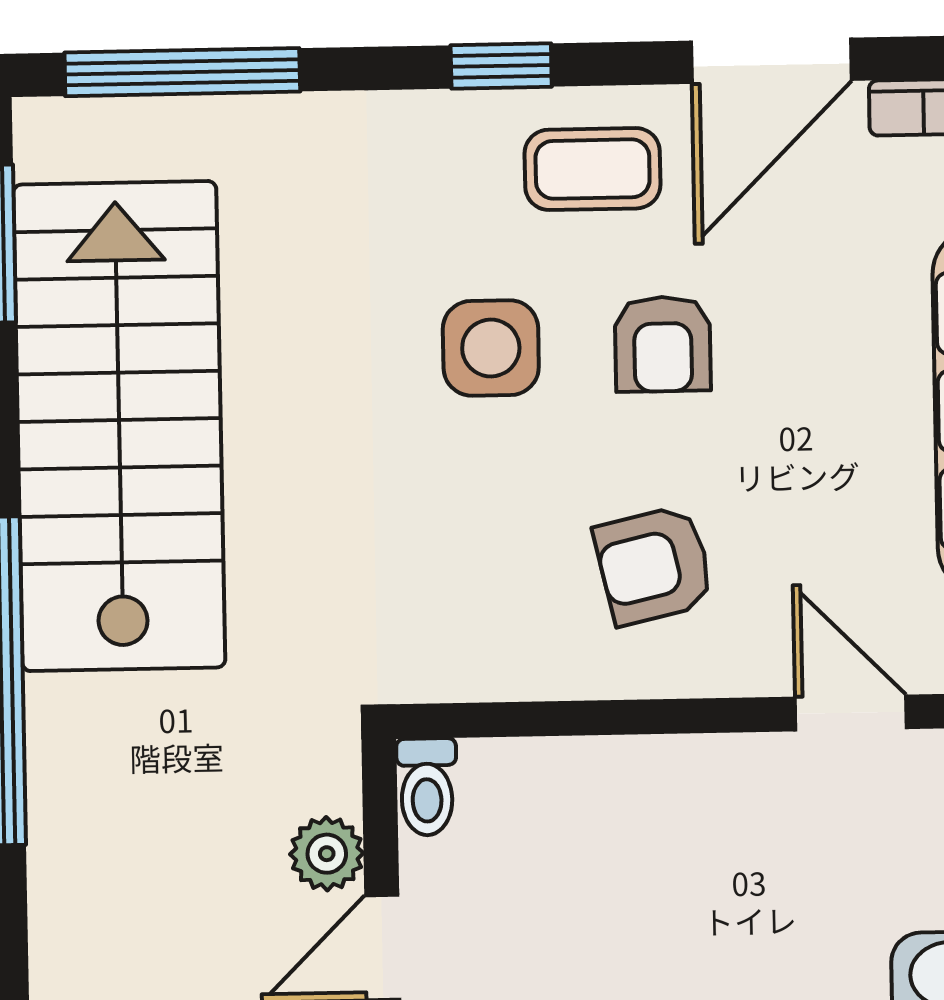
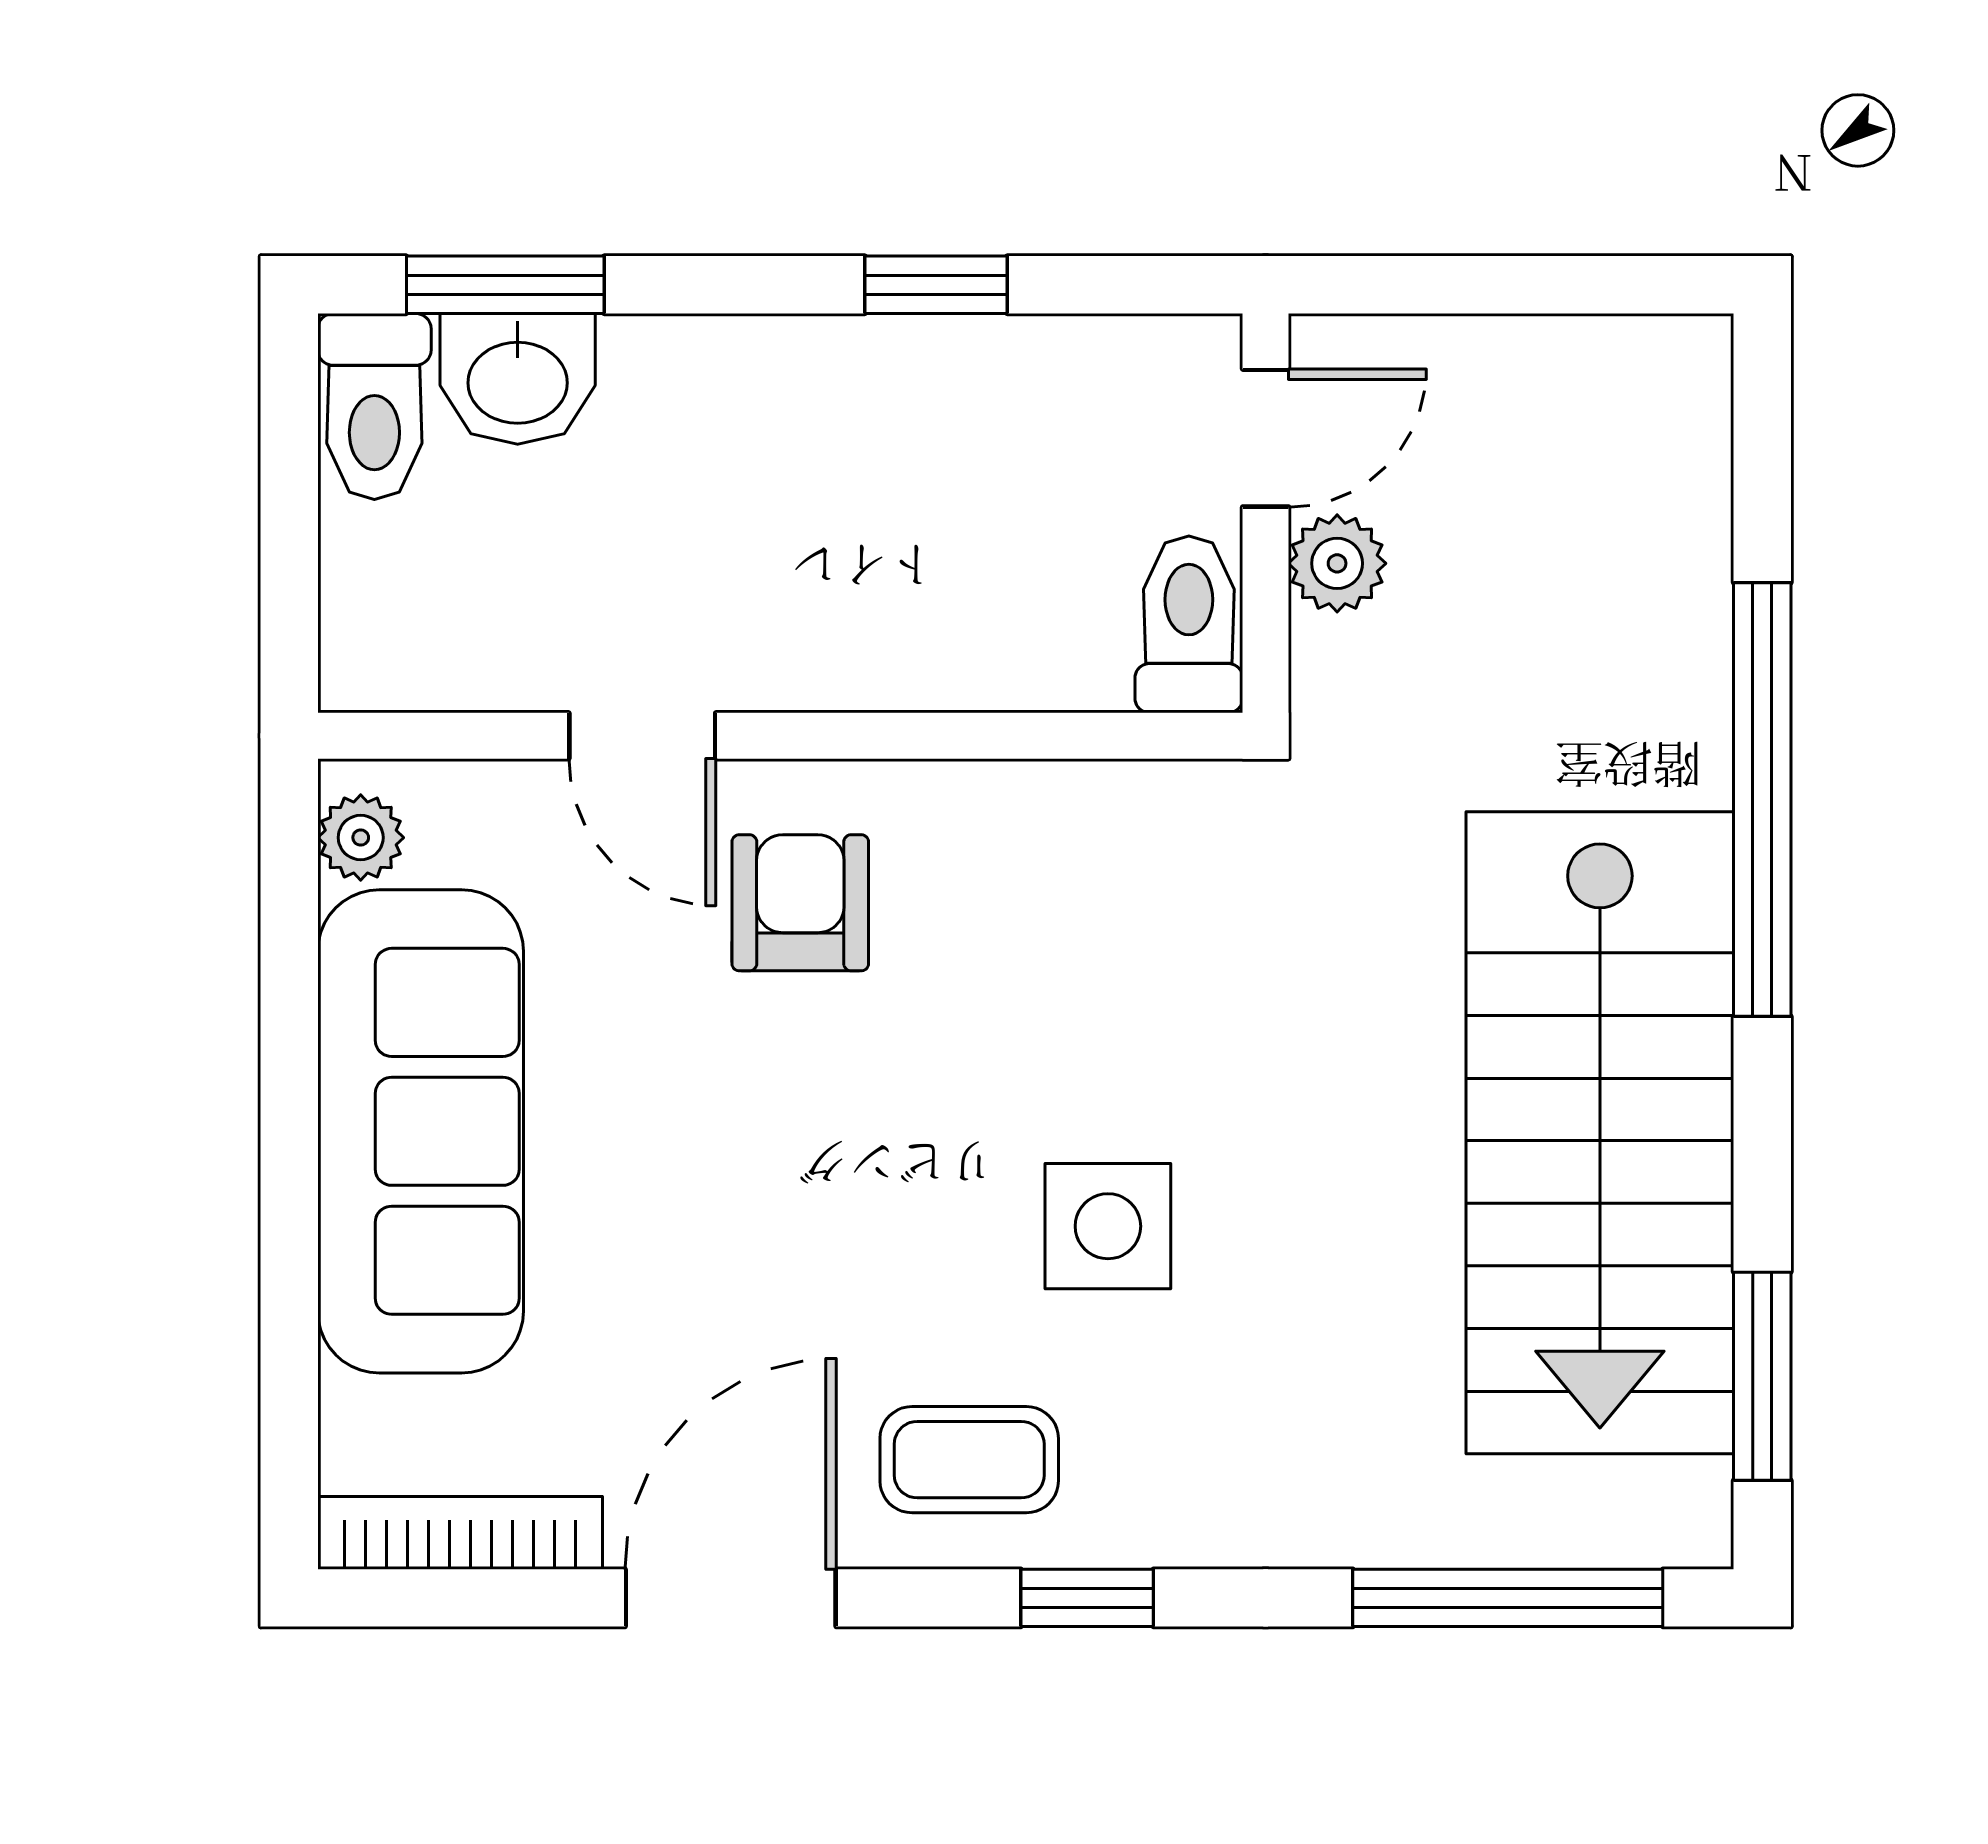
armchair: (663, 344) -> (881, 1227), removed
armchair: (654, 565) -> (800, 903), moved, turned -77
toilet: (427, 787) -> (1189, 624), width x1.37, depth x1.39

